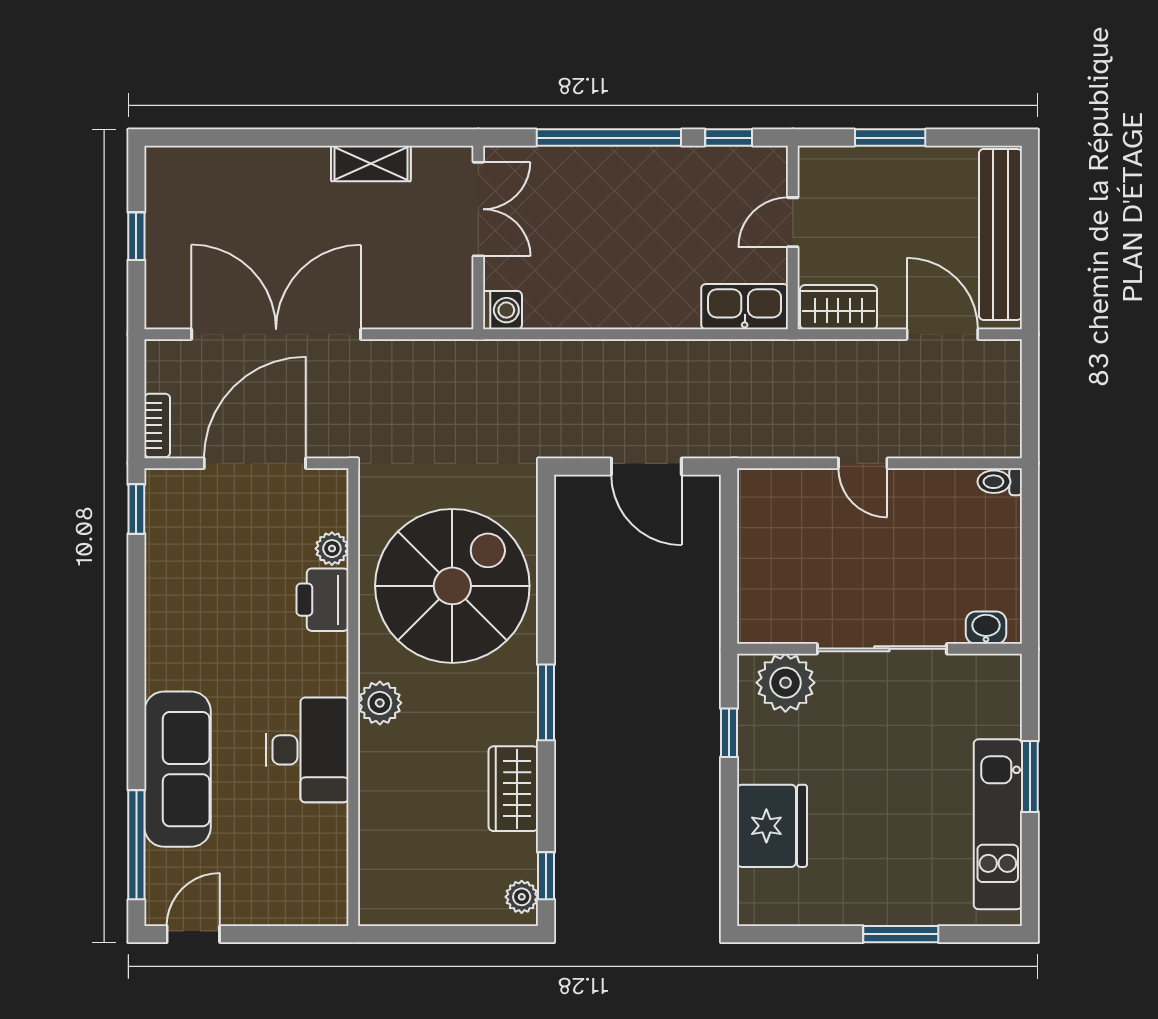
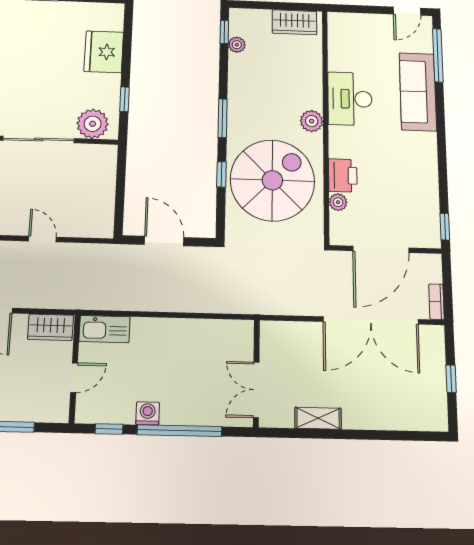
washing machine: (502, 310) -> (148, 413), moved, turned 90
bookcase: (157, 425) -> (436, 302), moved
spiral stairs: (452, 586) -> (272, 180), turned 180
window: (546, 594) -> (221, 174), added
wardrobe: (513, 789) -> (294, 22), moved, turned 90
plant: (522, 897) -> (237, 45), moved

